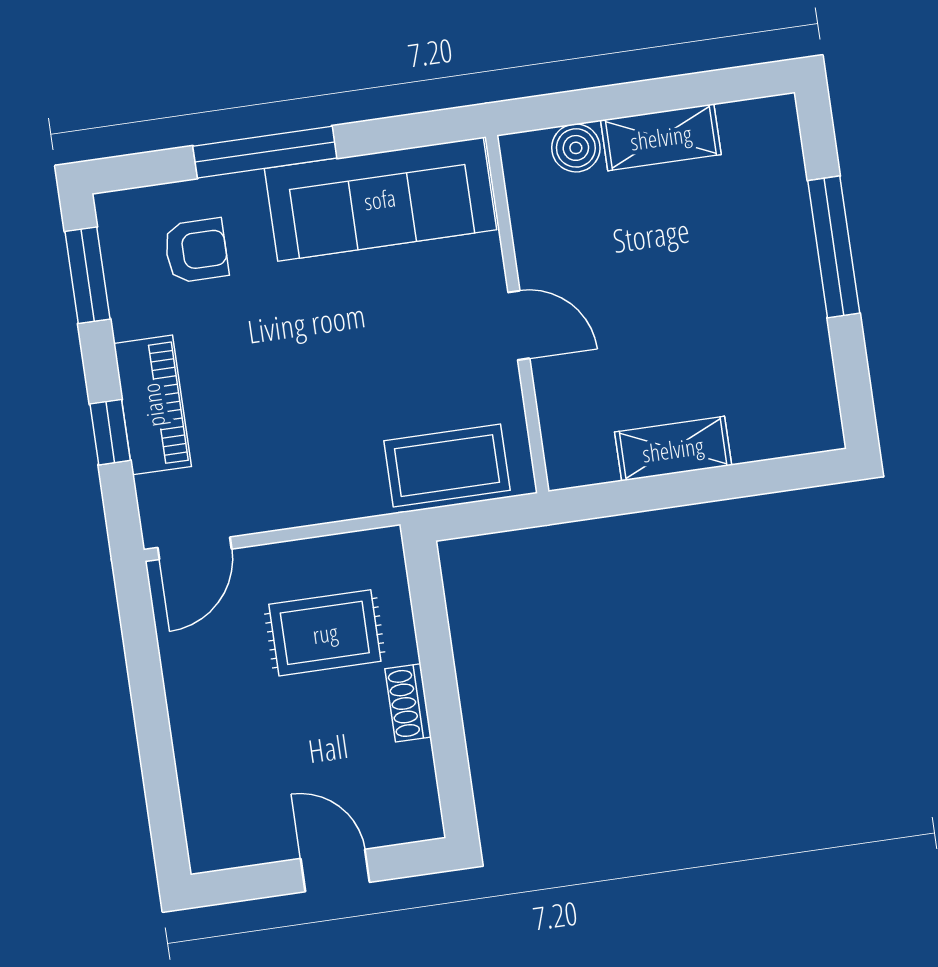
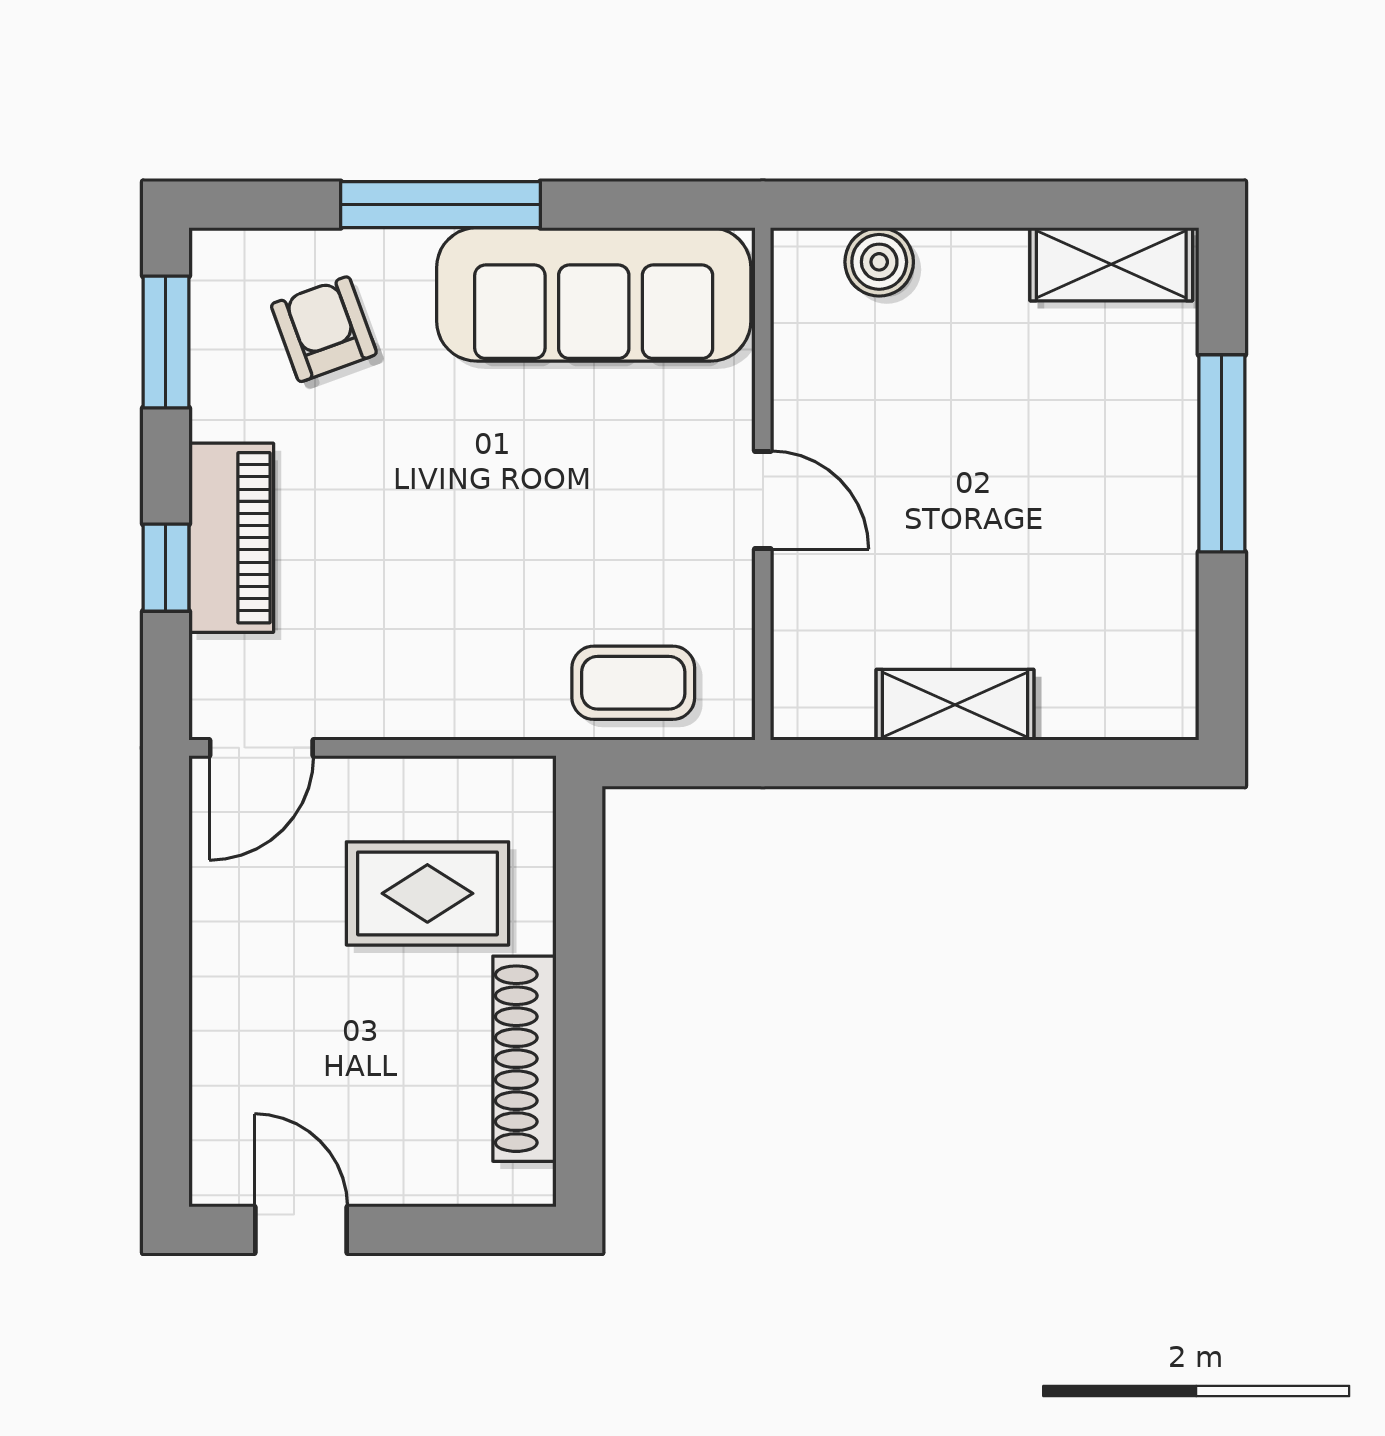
shelving: (661, 137) -> (1111, 264), moved
armchair: (196, 250) -> (324, 329), turned -110
coffee table: (447, 466) -> (633, 683), width x0.73, depth x0.77
shoe rack: (408, 703) -> (525, 1059), width x1.94, depth x1.24
door: (335, 870) -> (301, 1230), moved

